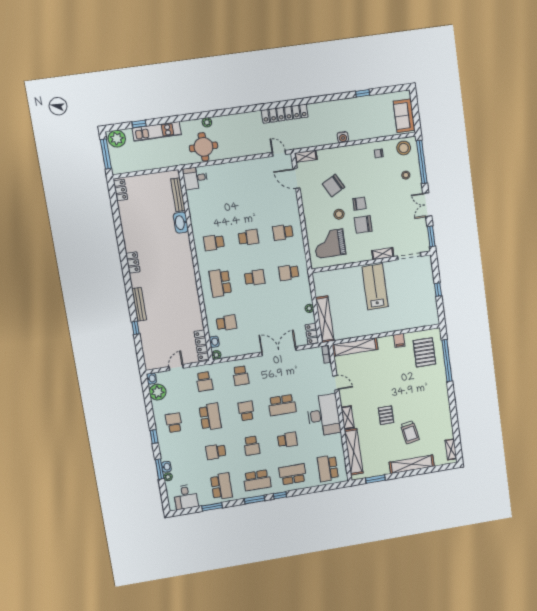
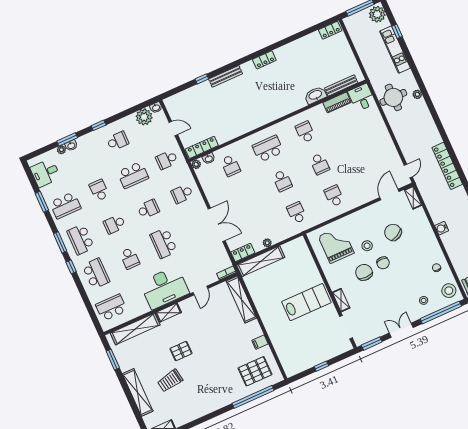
piano: (193, 204) -> (337, 102), added

